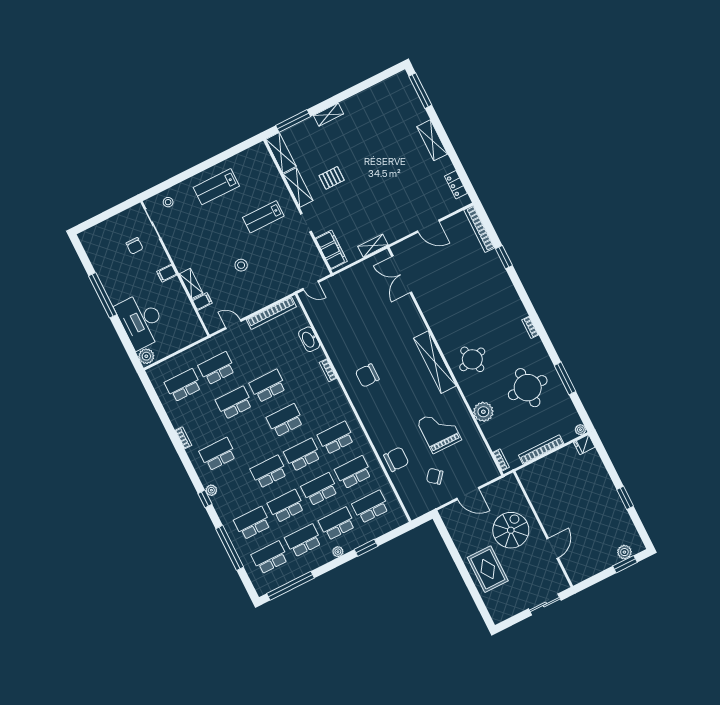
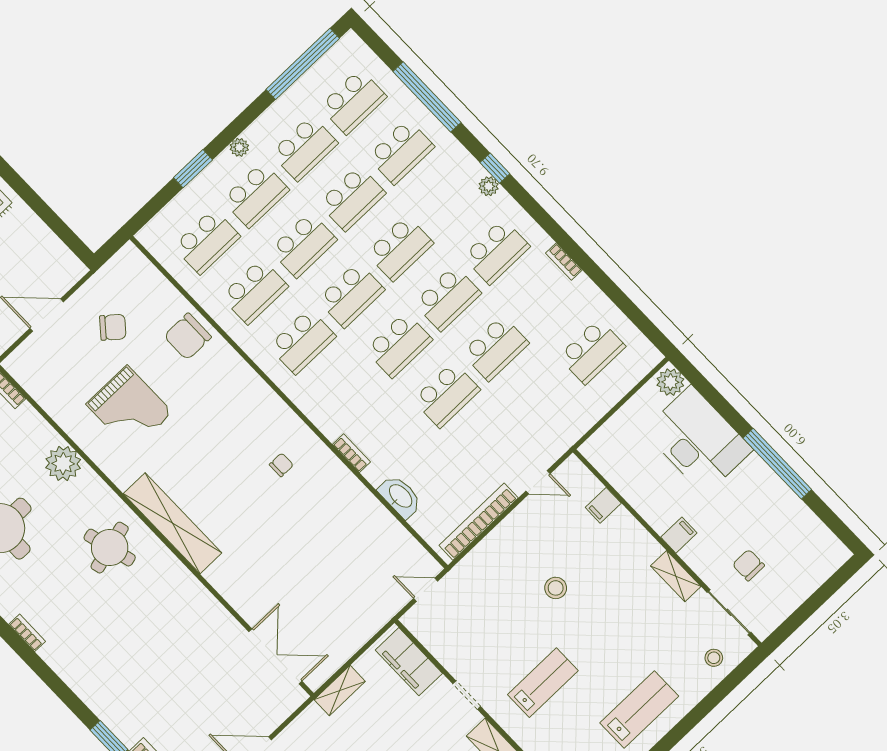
shelving: (191, 283) -> (676, 576), moved
school desk: (217, 368) -> (448, 298), moved
chair: (367, 375) -> (281, 465), width x0.54, depth x0.54

